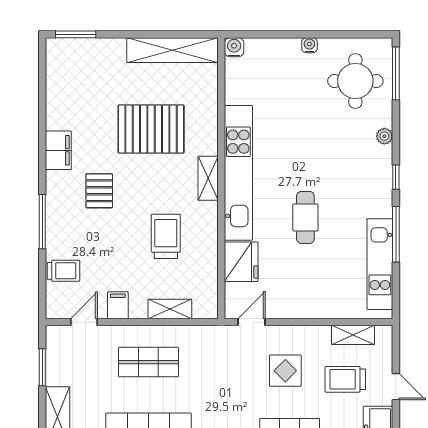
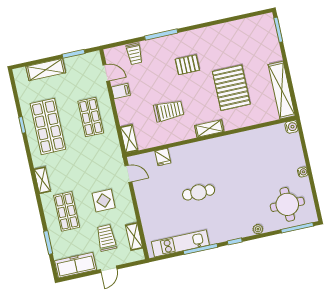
filing cabinet: (58, 150) -> (206, 35), removed
kitchen unit: (238, 173) -> (217, 146), removed
fridge: (241, 262) -> (163, 157), width x0.53, depth x0.75
shelving: (170, 309) -> (129, 139), moved

